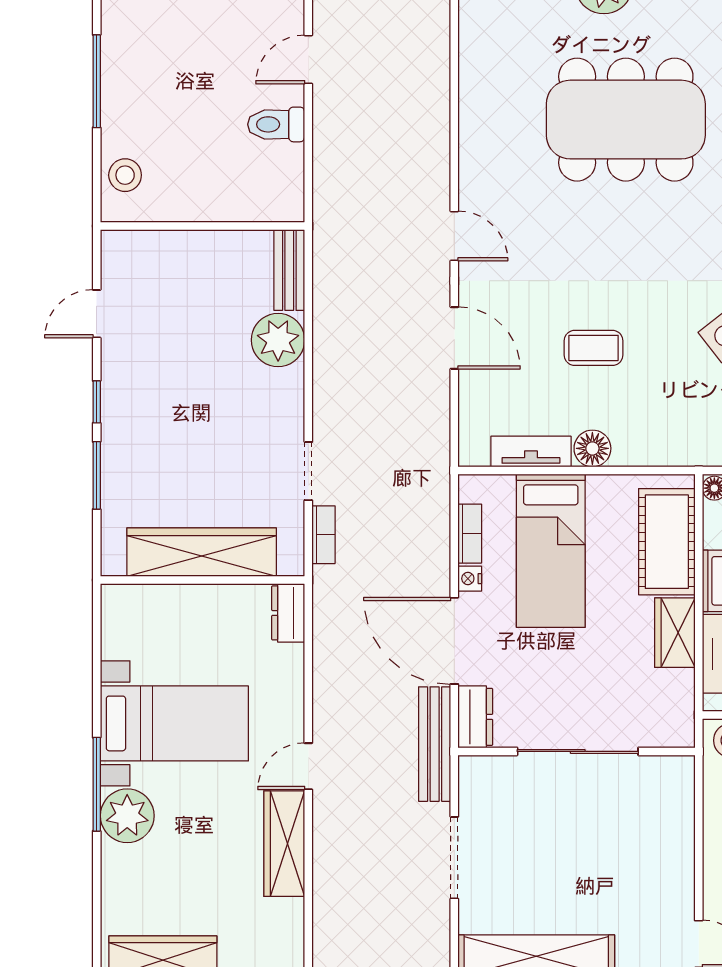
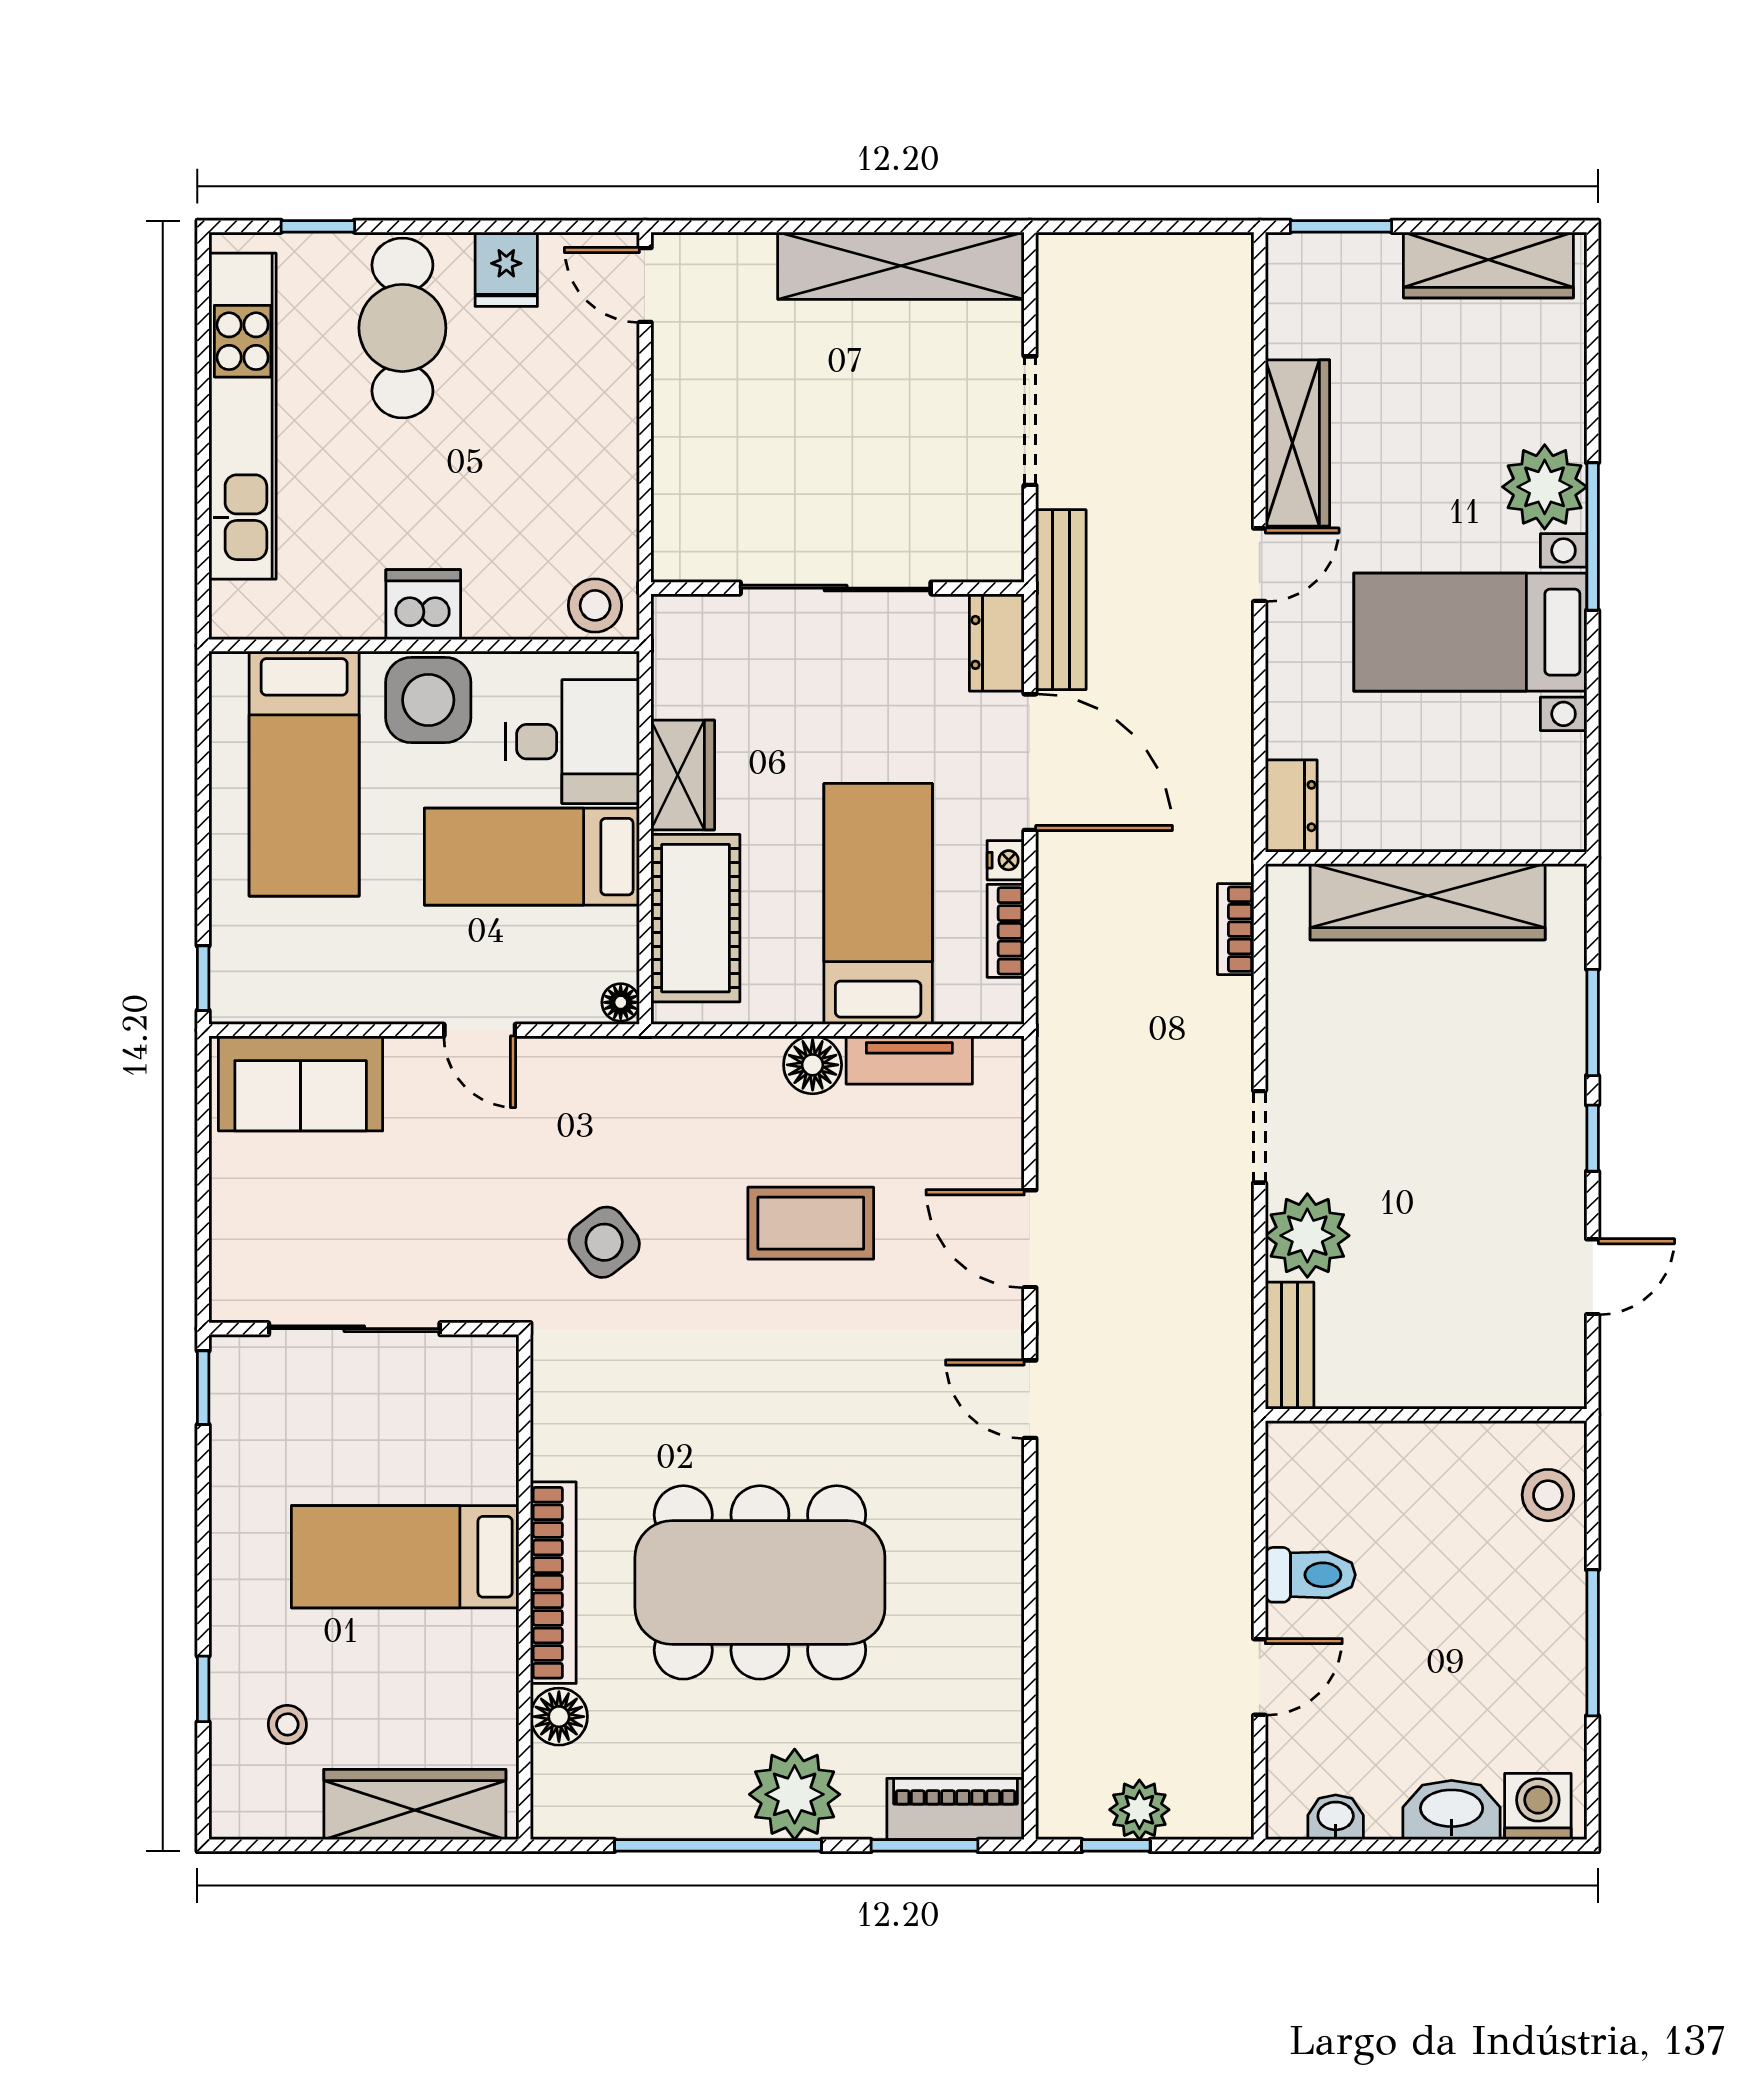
coffee table: (594, 348) -> (811, 1223), width x1.36, depth x1.30
doorway: (308, 471) -> (1260, 1137), moved

